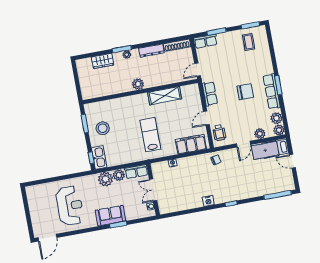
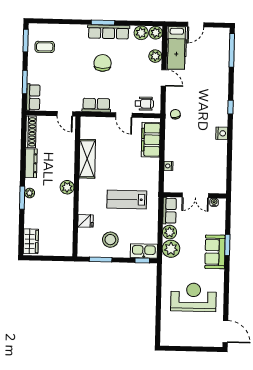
wardrobe: (102, 61) -> (31, 241), moved
fridge: (114, 105) -> (86, 221), added
lab bench: (150, 135) -> (127, 199), moved

